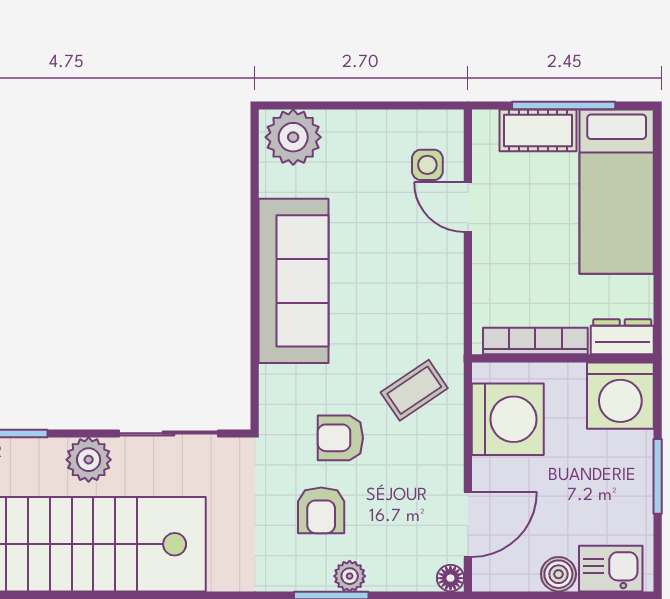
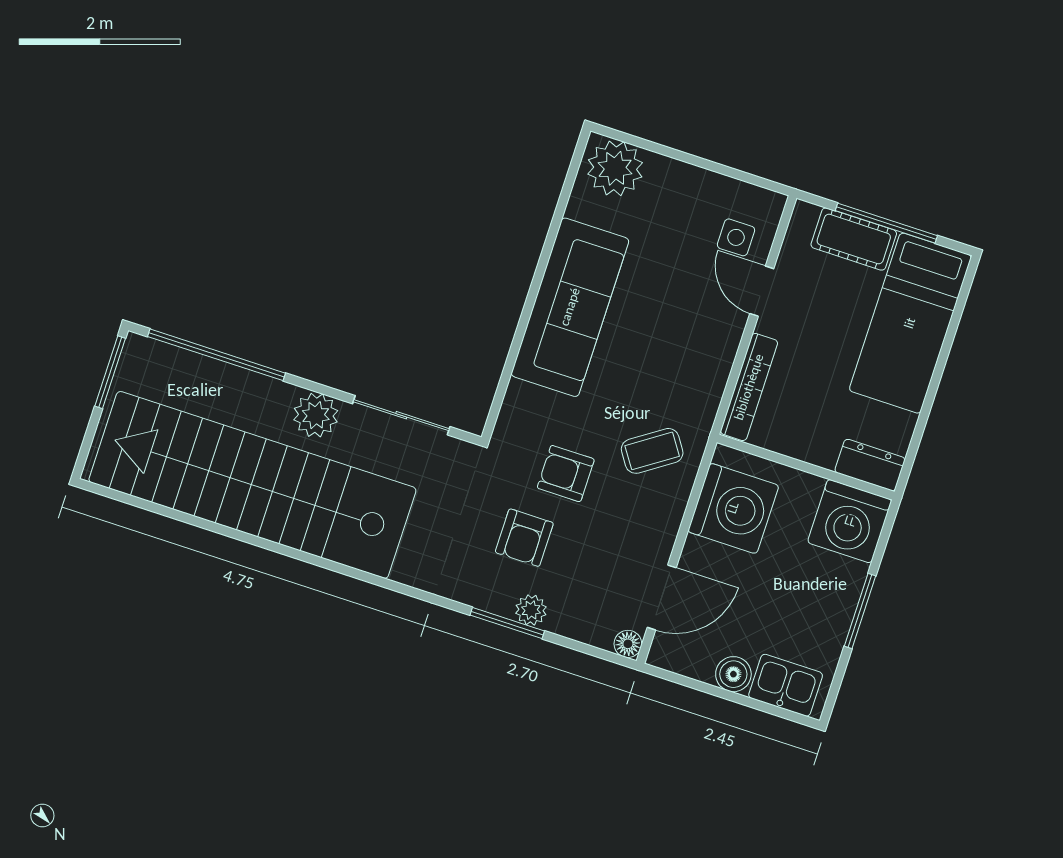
bookcase: (535, 341) -> (749, 387), moved, turned 90

